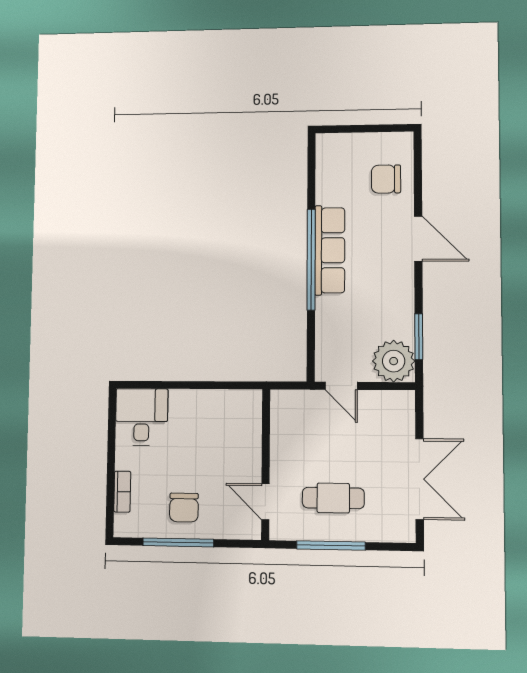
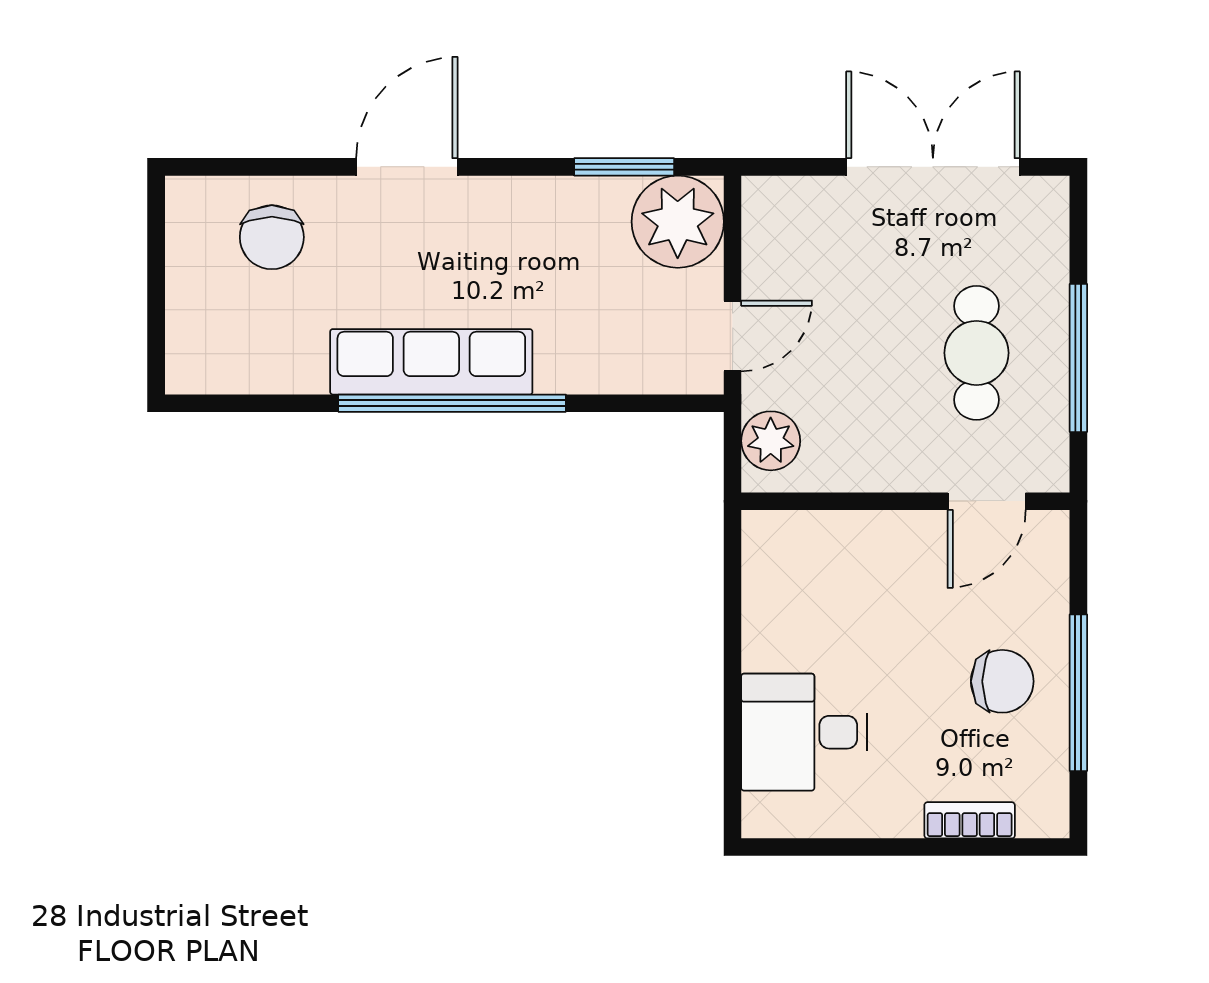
plant: (294, 403) -> (771, 441), added
desk: (142, 417) -> (804, 732), moved

